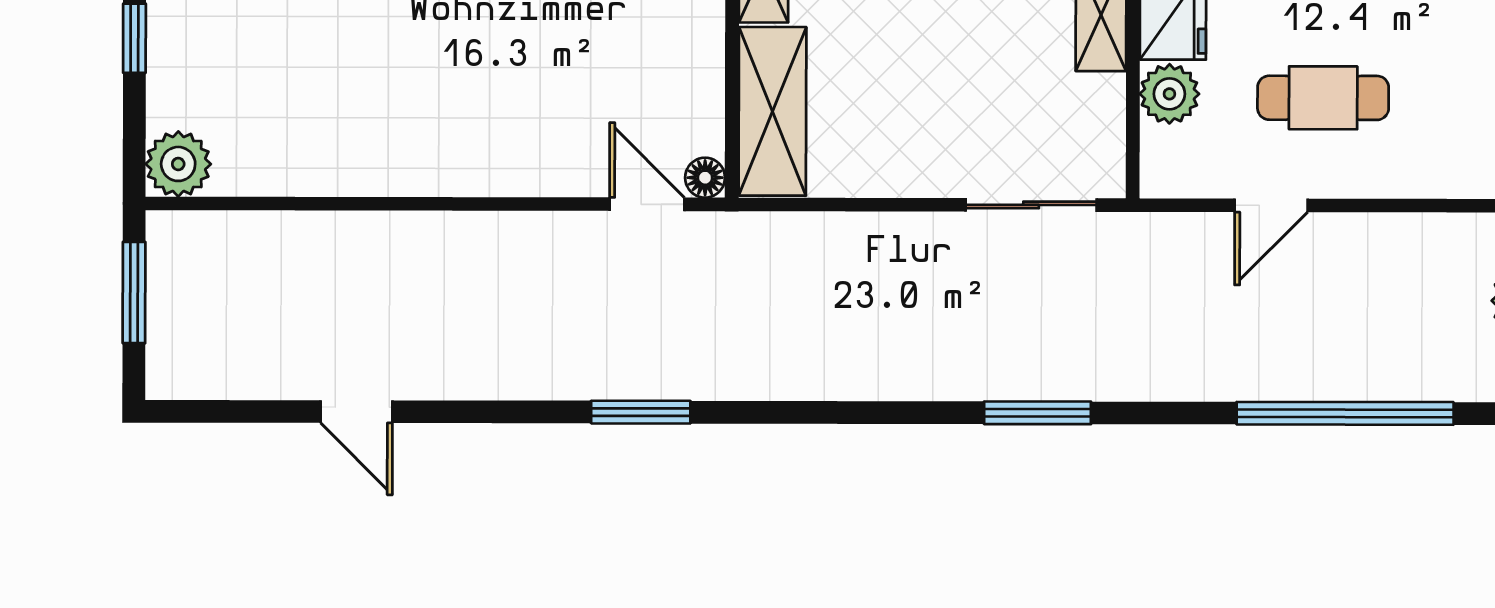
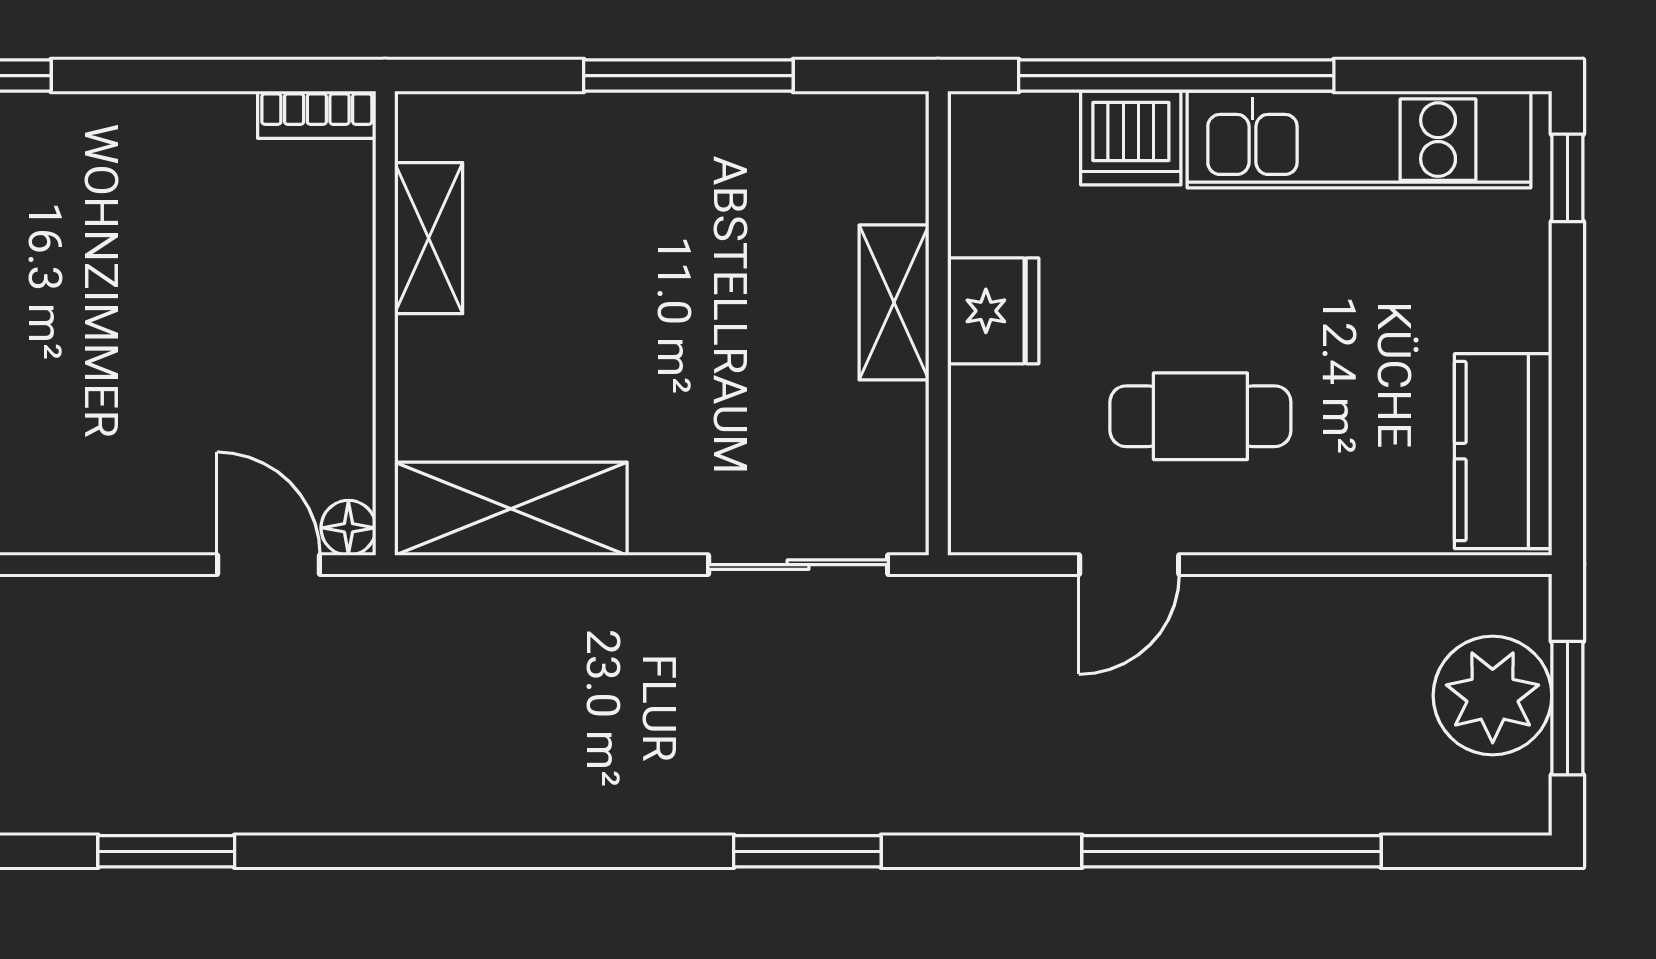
plant: (1169, 94) -> (989, 411), removed
shelving: (772, 111) -> (511, 509), moved, turned 90
window: (641, 412) -> (166, 851), moved

